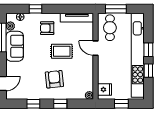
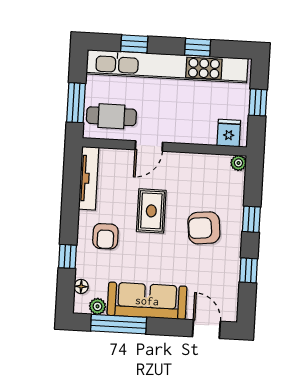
sofa: (15, 46) -> (147, 301), width x1.36
window: (148, 50) -> (134, 44), moved

